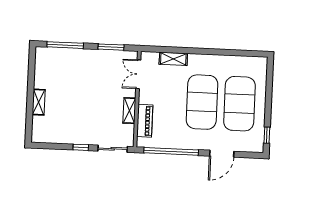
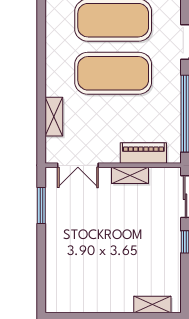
window: (65, 45) -> (41, 271), removed
shelving: (39, 102) -> (152, 304), moved

